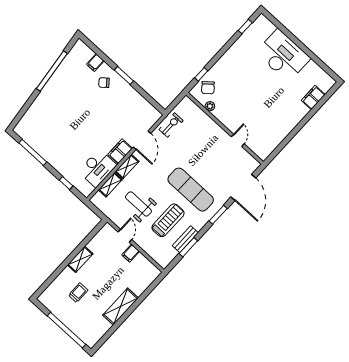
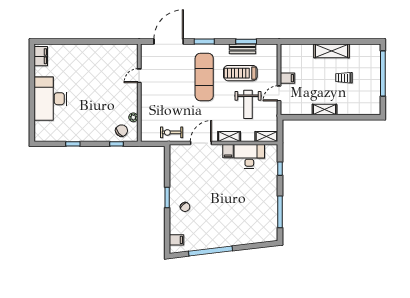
window: (245, 27) -> (73, 144), moved
filing cabinet: (95, 63) -> (177, 240), moved
filing cabinet: (313, 98) -> (41, 56), moved, turned -90
filing cabinet: (120, 151) -> (228, 151), width x0.50
shelving: (110, 185) -> (266, 137), moved
trolley: (78, 293) -> (344, 78), moved

